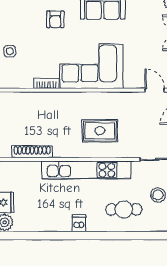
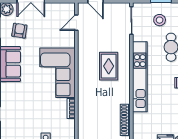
armchair: (55, 19) -> (19, 31), moved, turned -81

